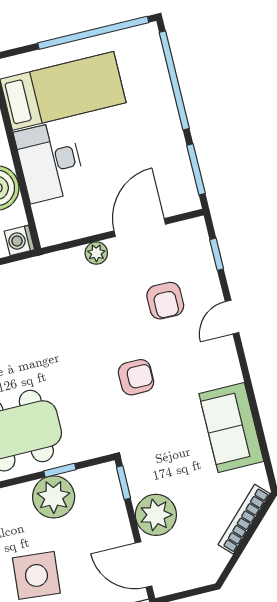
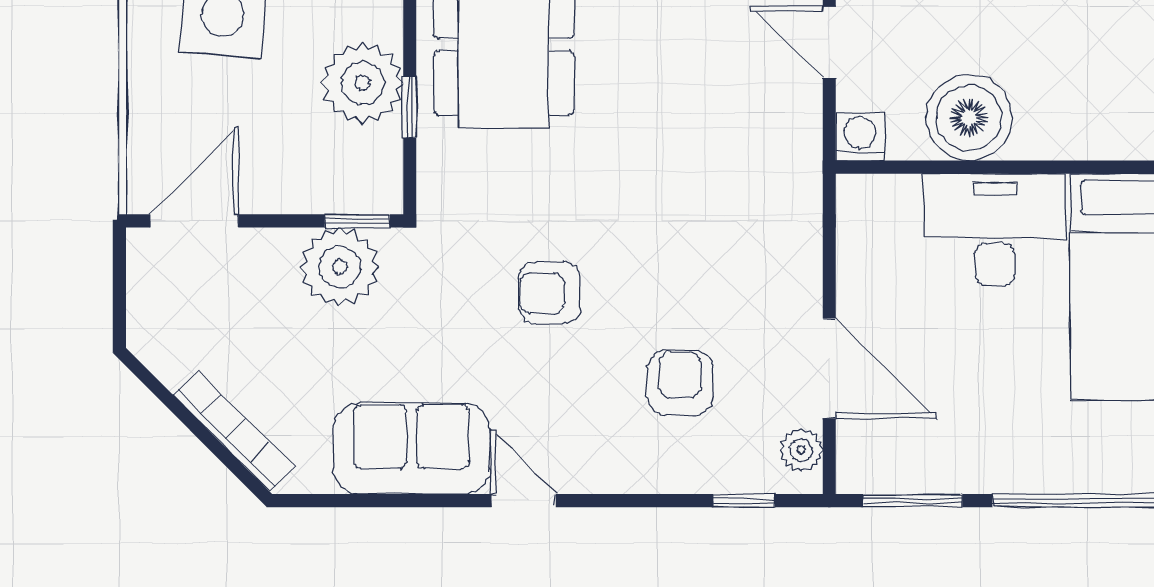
plant: (96, 253) -> (801, 450), moved
armchair: (165, 301) -> (680, 383), turned 90
door: (232, 317) -> (524, 501), moved
armchair: (136, 377) -> (550, 293), turned 90
plant: (156, 515) -> (340, 267), moved

